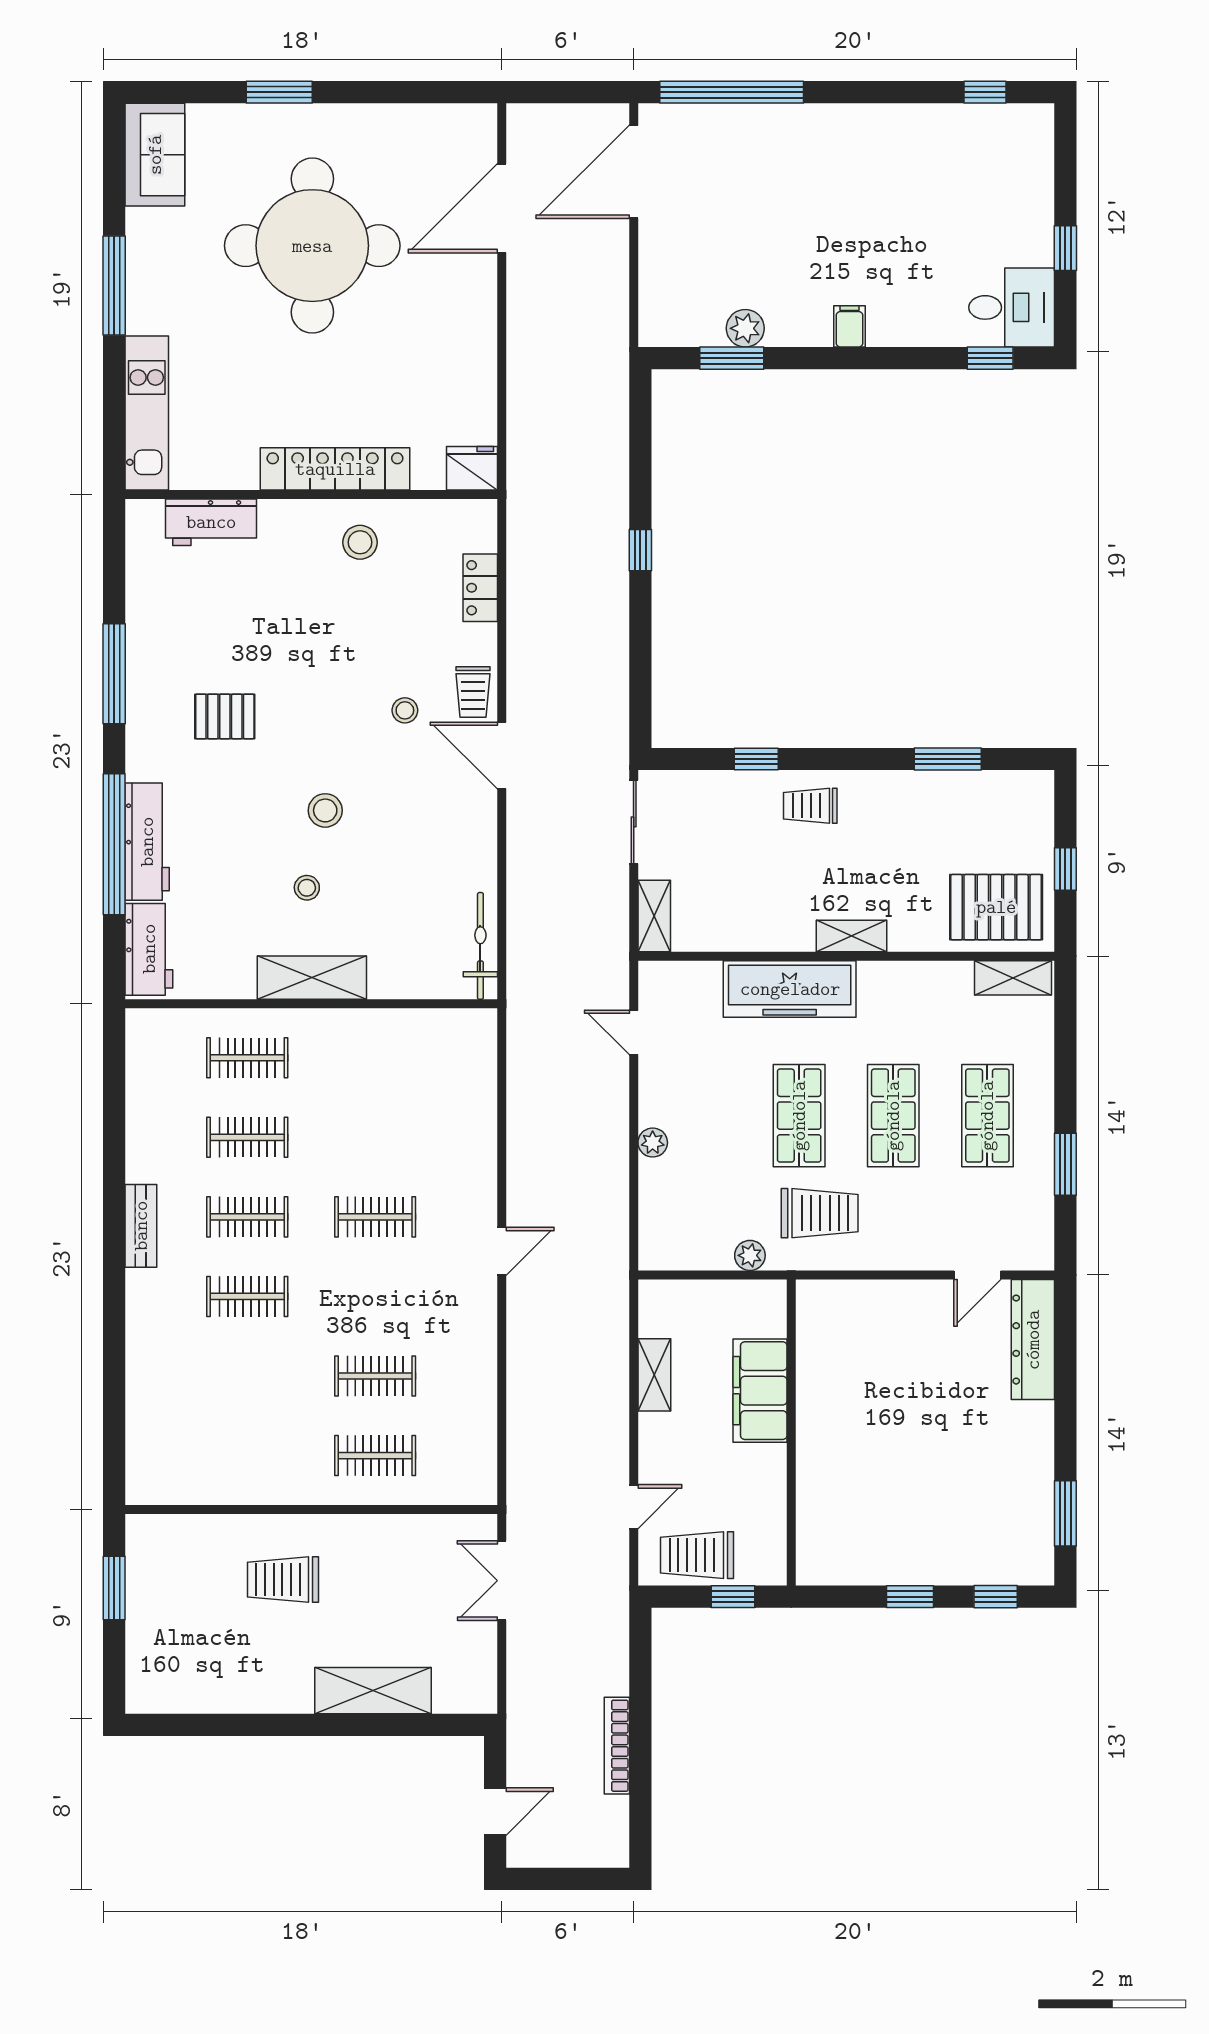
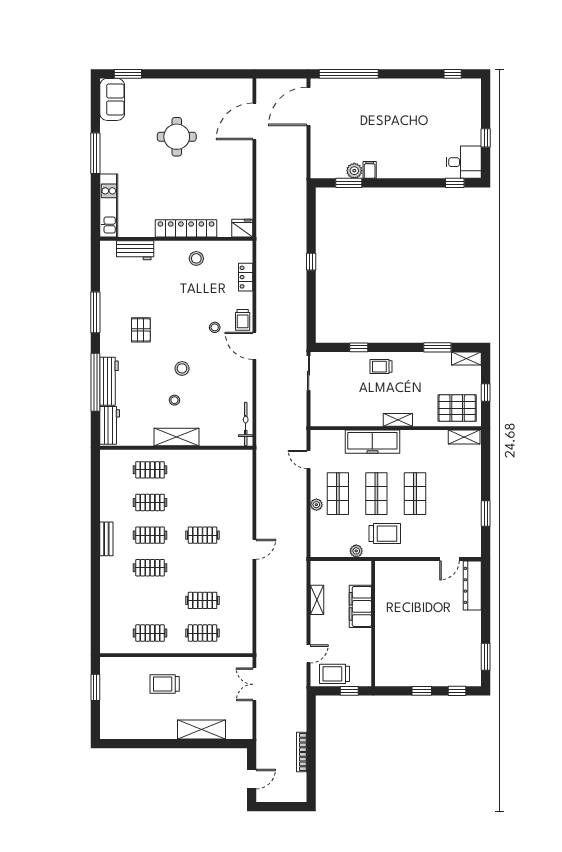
window: (279, 92) -> (128, 74), moved
round table: (312, 246) -> (177, 137), width x0.54, depth x0.54
filing cabinet: (850, 326) -> (370, 170), moved
pallet: (225, 716) -> (141, 330), turned 90
shelving: (654, 916) -> (466, 358), moved, turned 90
shop shelf: (987, 1116) -> (338, 494), moved
clothes rail: (247, 1456) -> (150, 633), added

